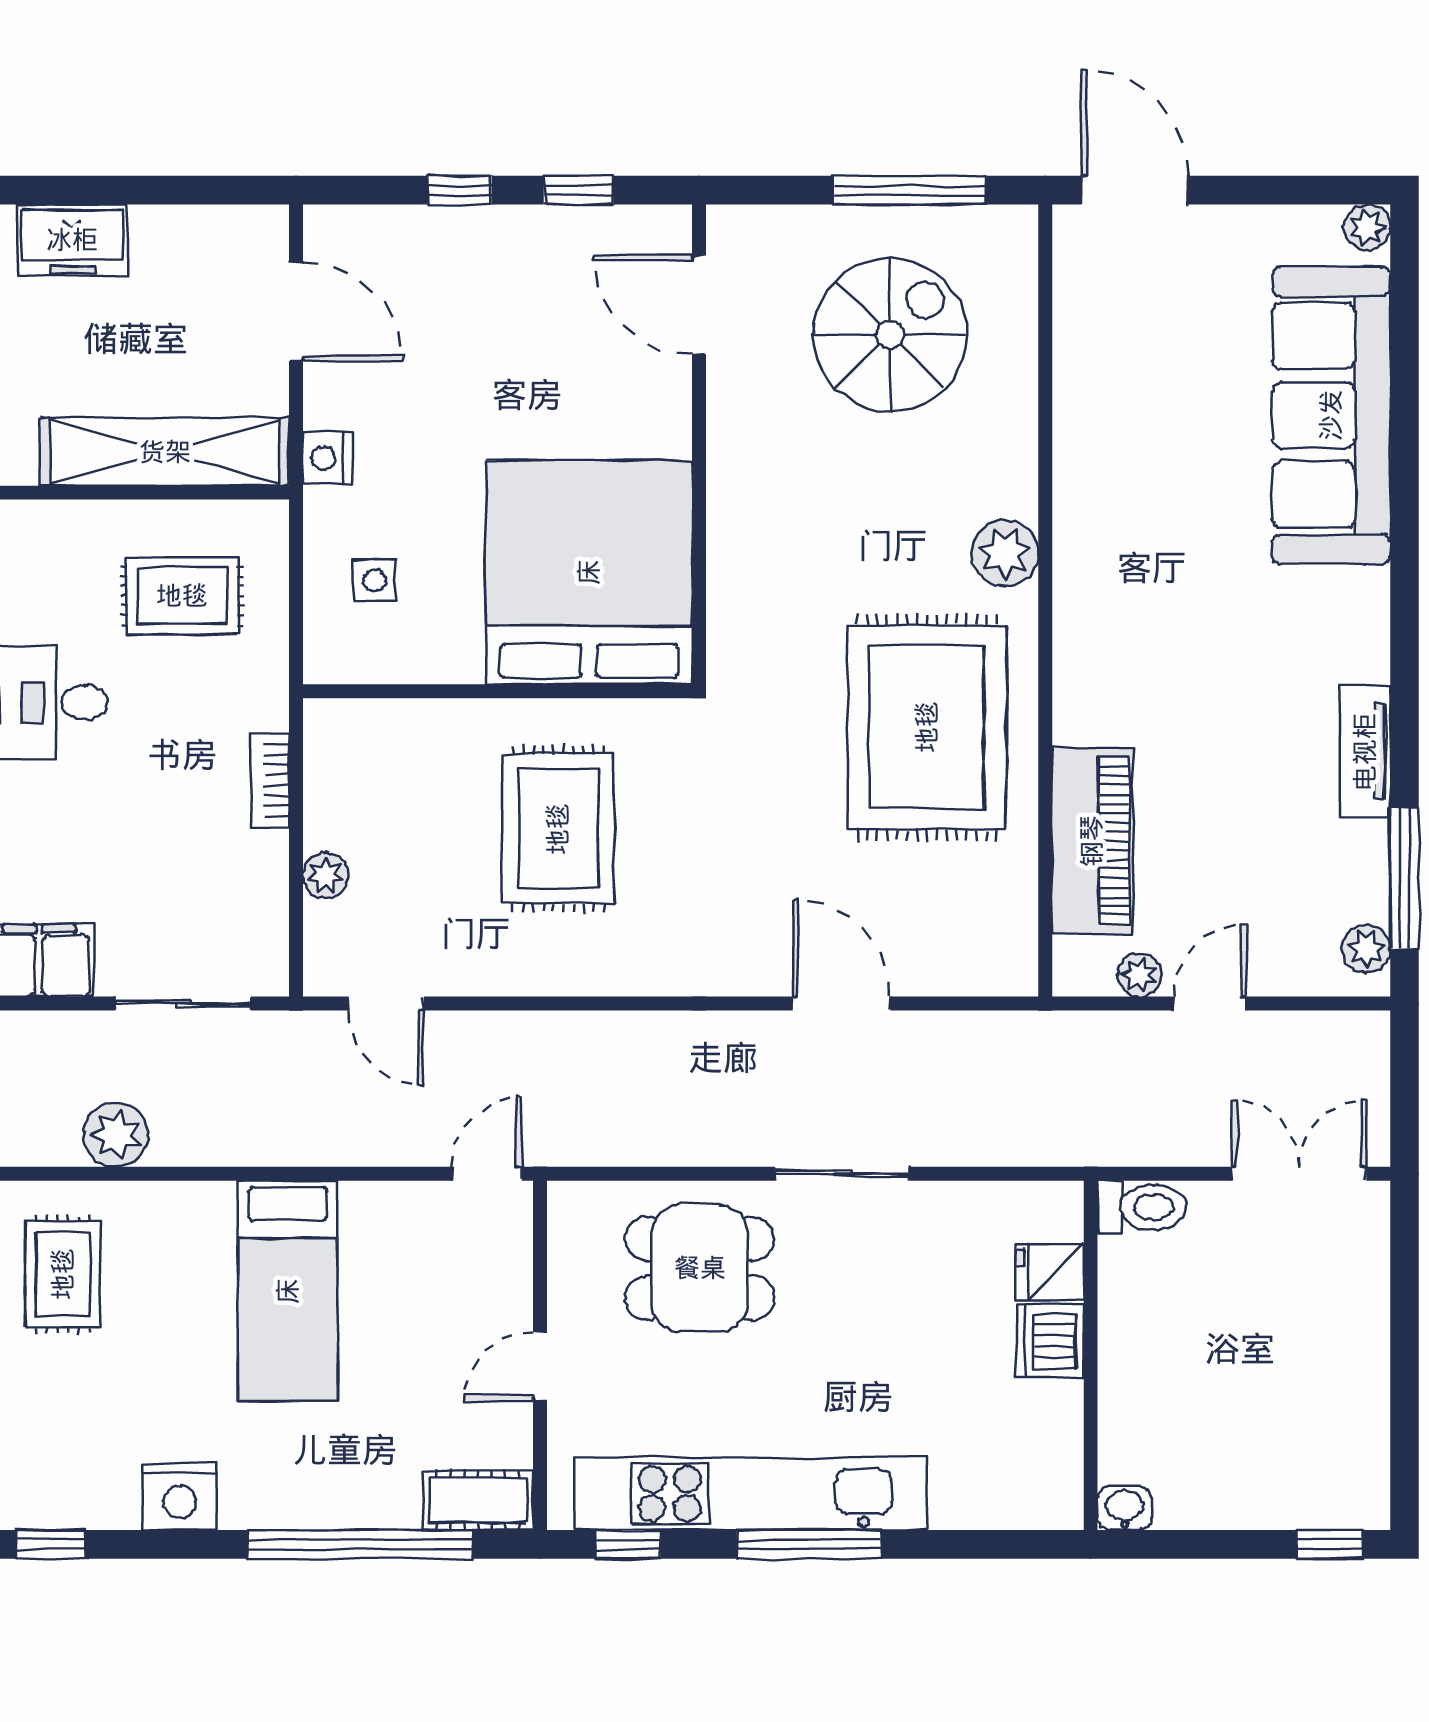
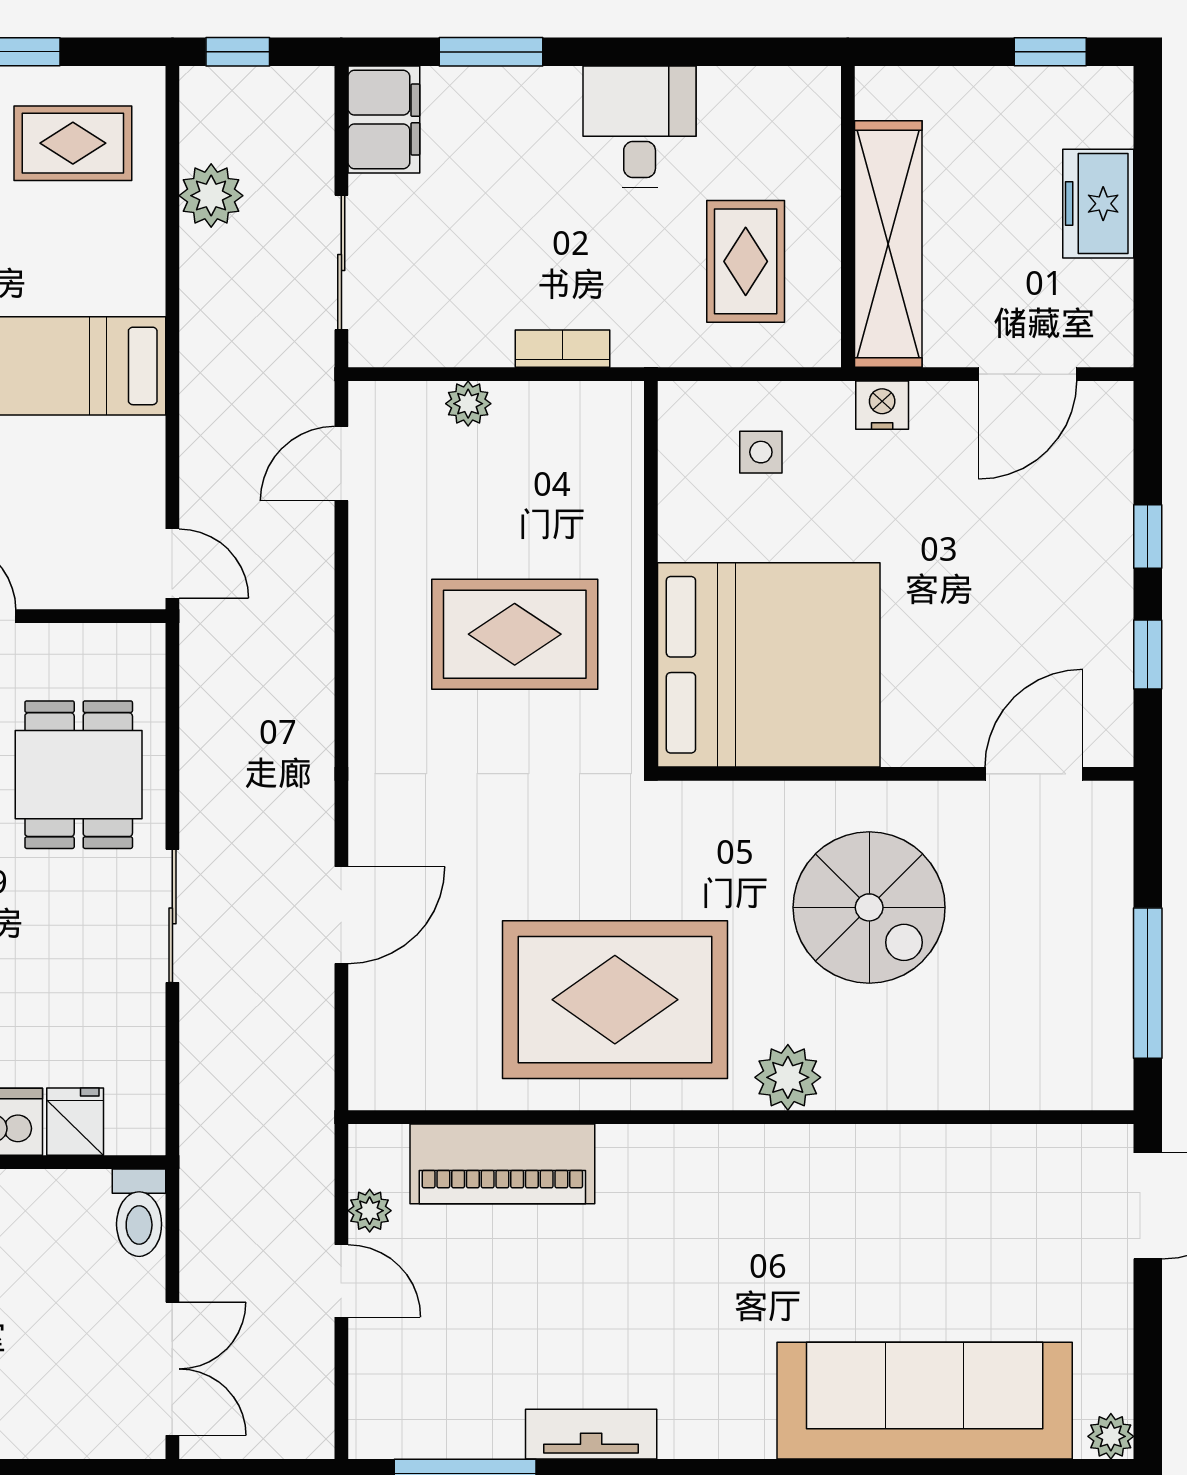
freezer: (72, 240) -> (1098, 204), moved
spiral stairs: (890, 335) -> (869, 907), moved
plant: (1366, 949) -> (396, 1435), removed

